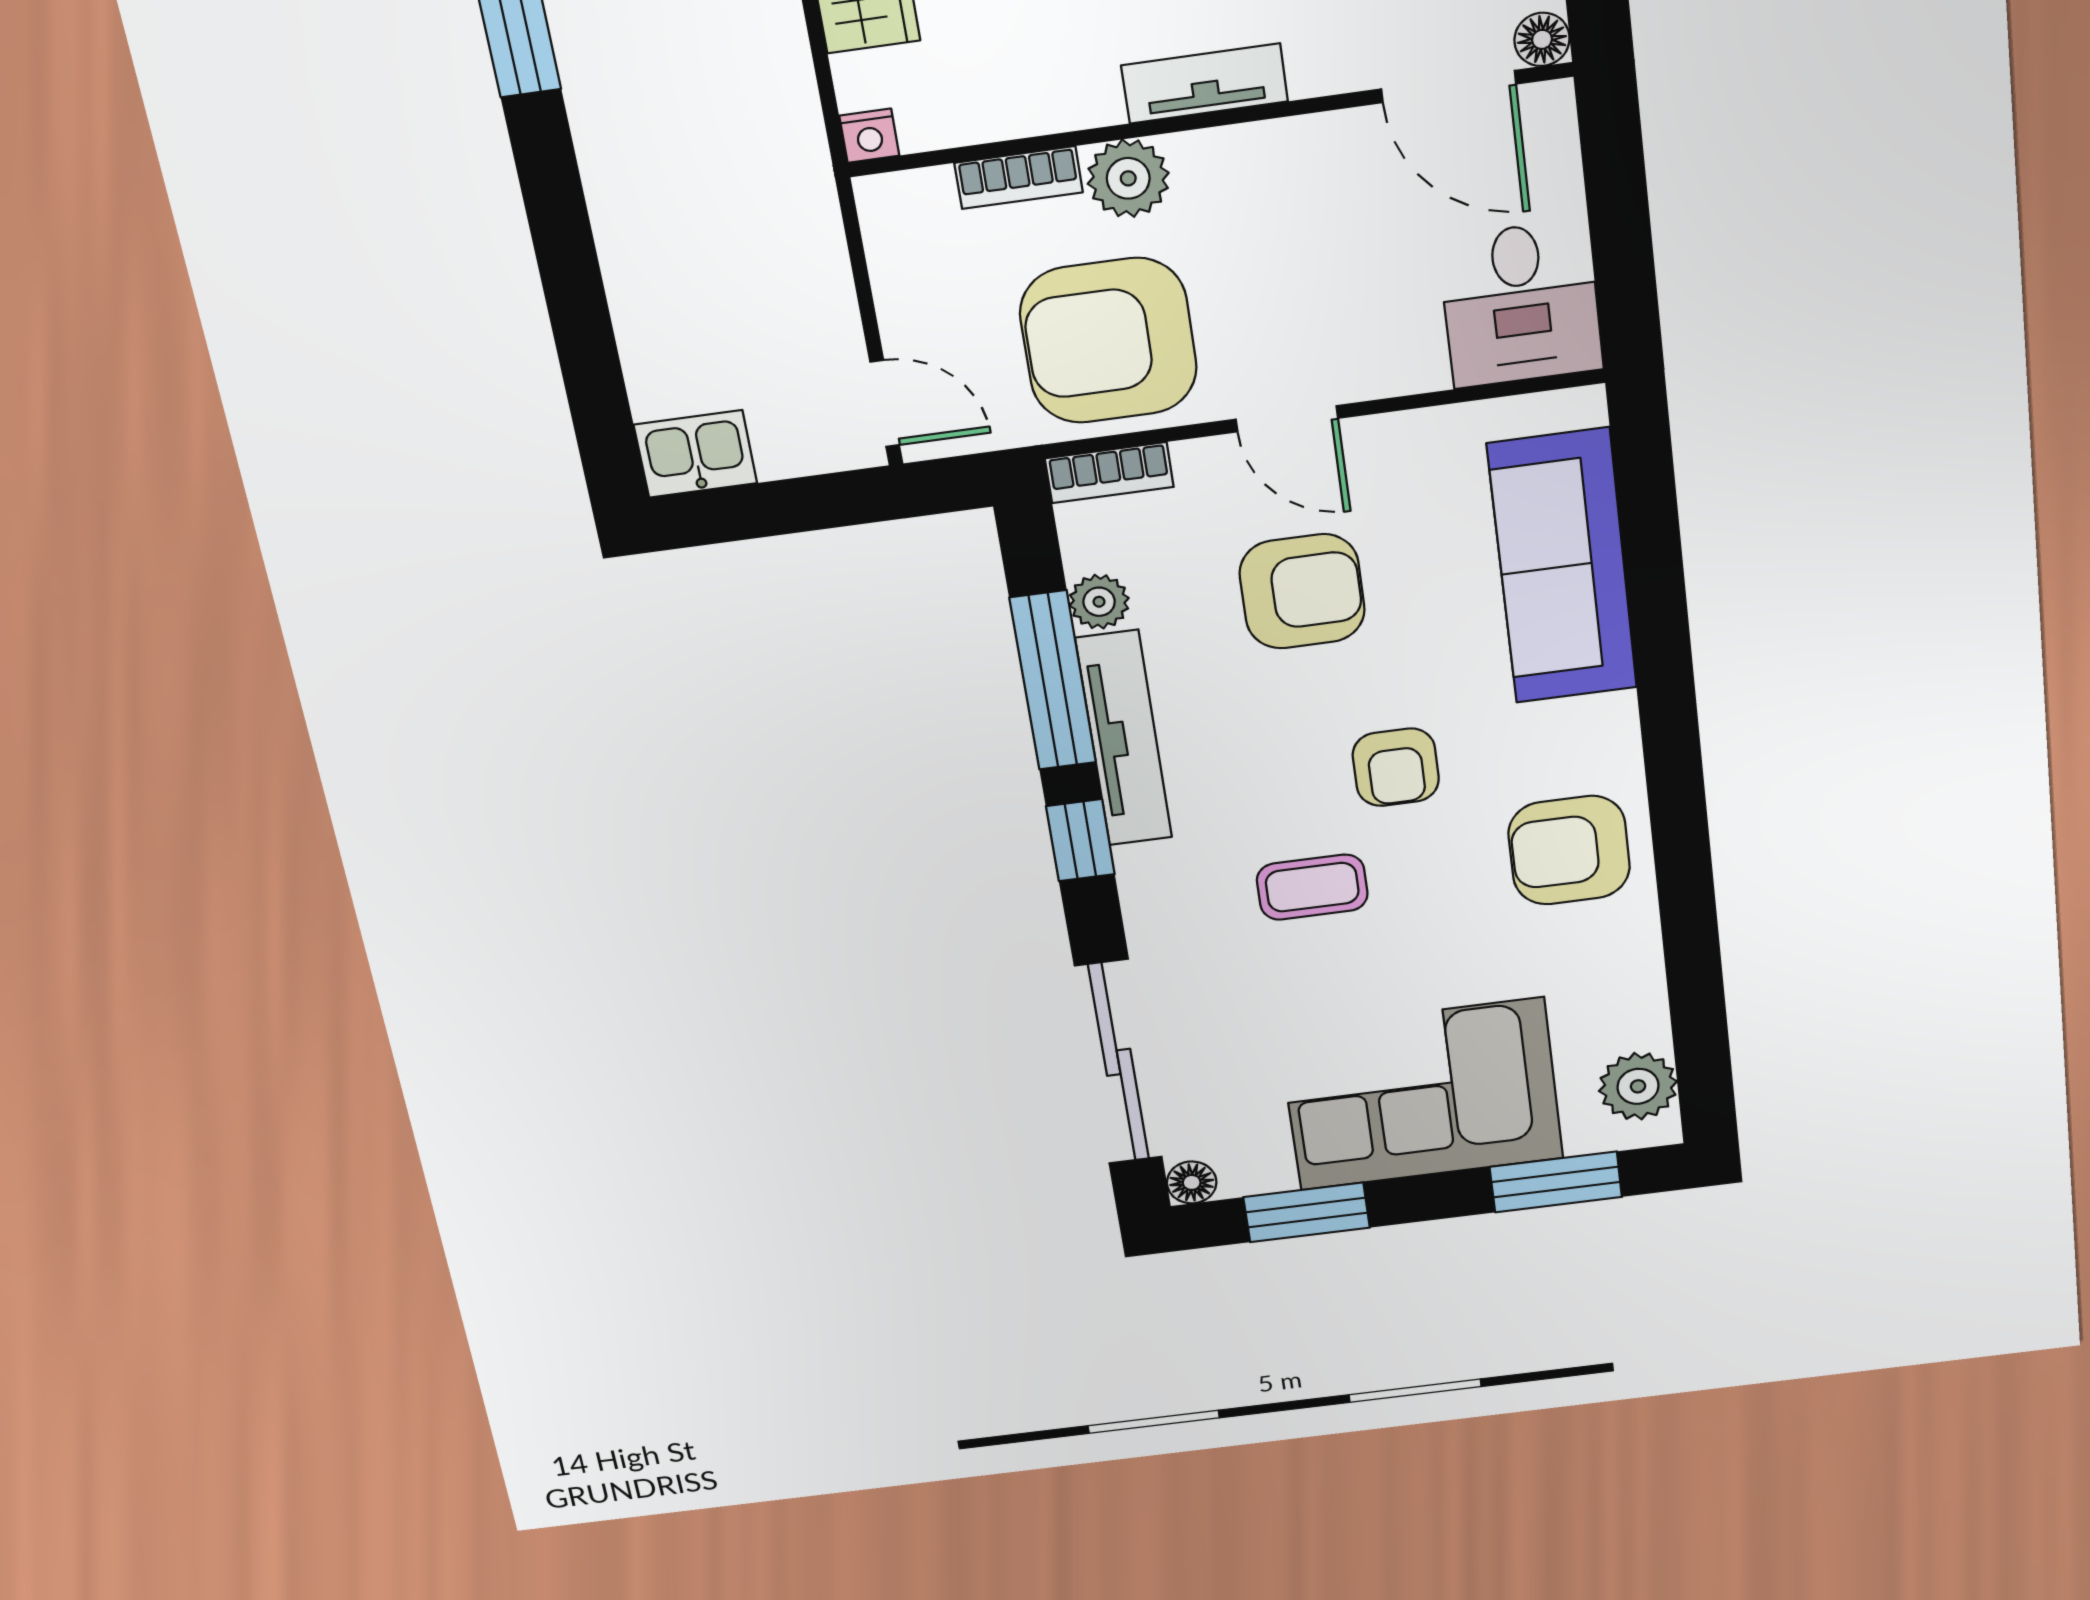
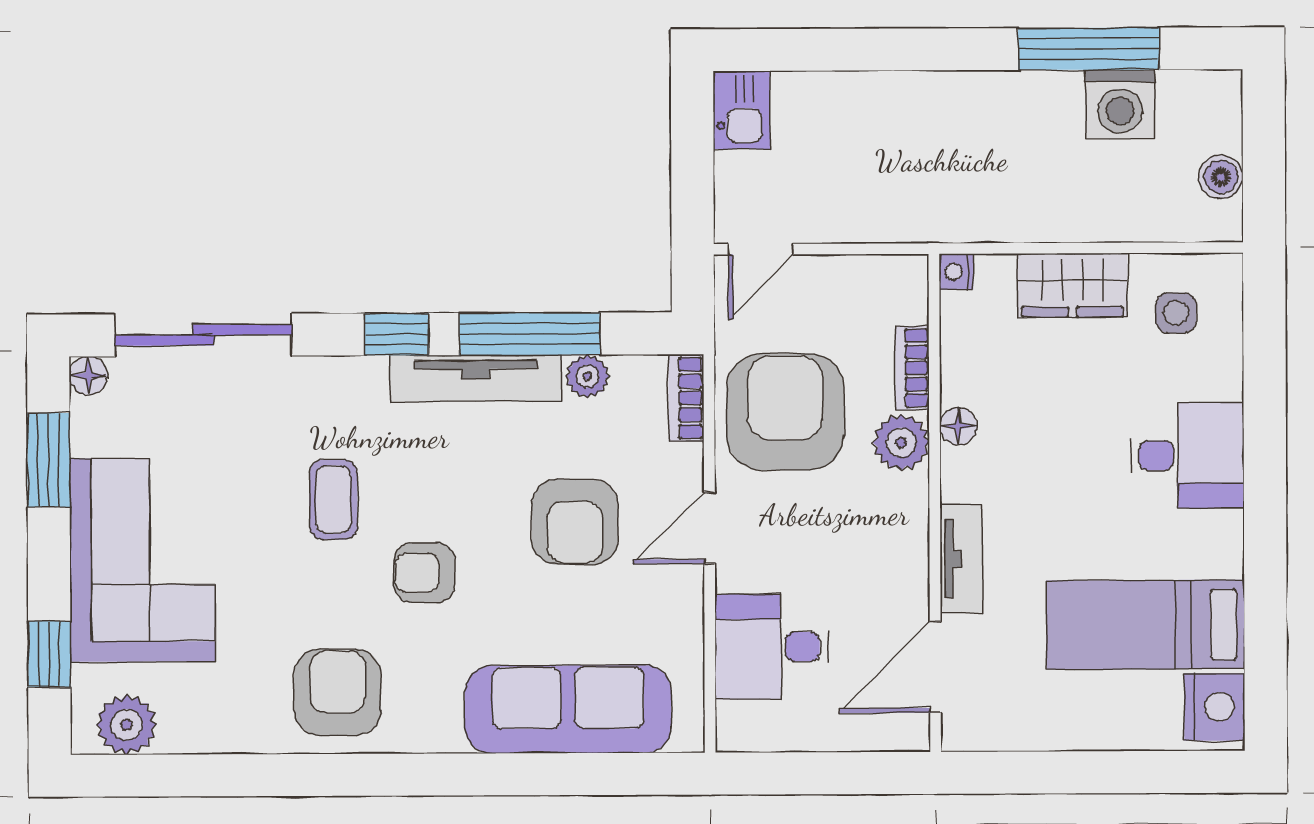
floor lamp: (1542, 39) -> (958, 426), moved
tv unit: (1205, 83) -> (961, 559), moved
desk: (1521, 304) -> (772, 647), moved
window: (1556, 1182) -> (49, 654), width x0.67

